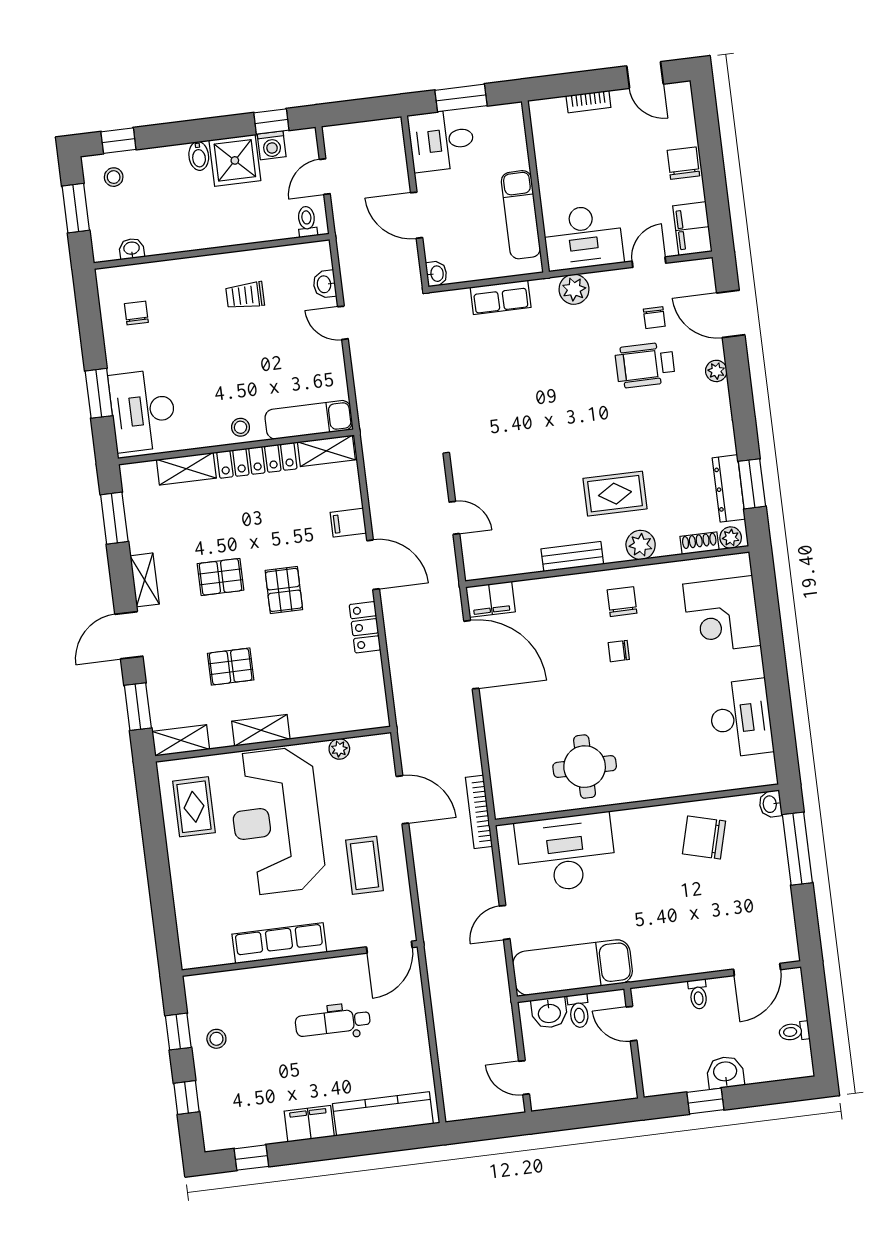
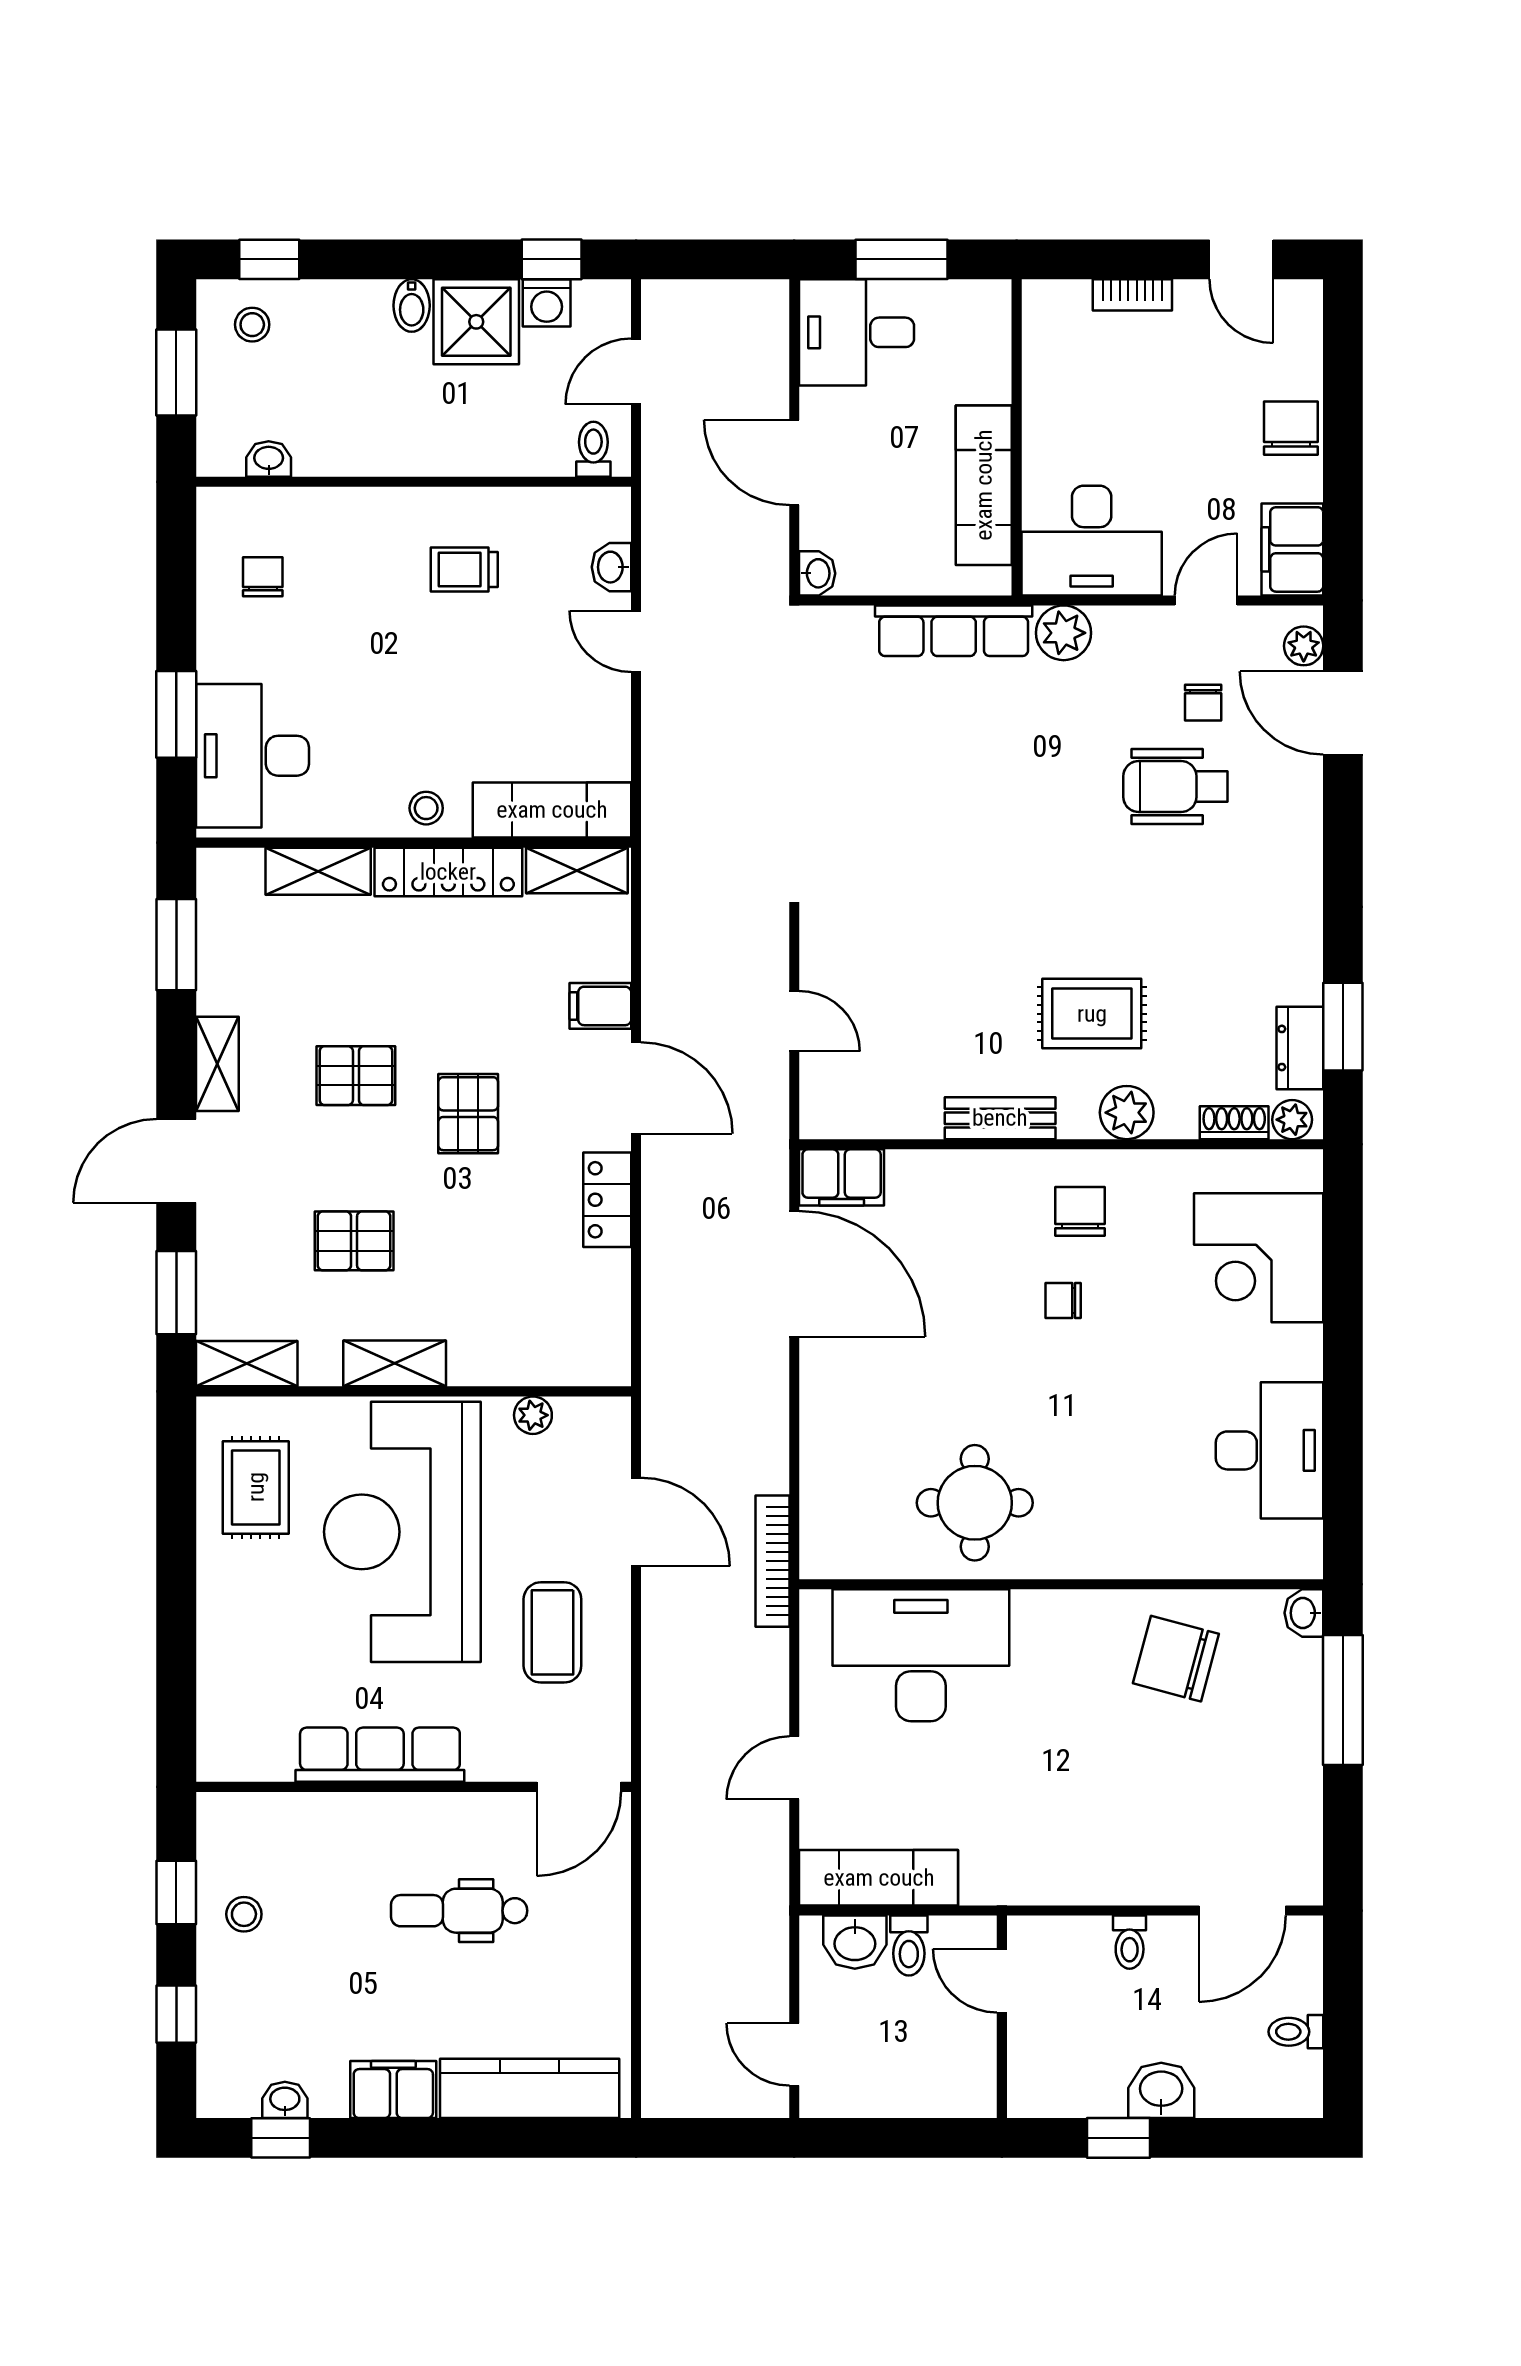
row of seats: (501, 297) -> (954, 631), width x1.48
plant: (716, 371) -> (1304, 646), moved
dresser: (729, 488) -> (1300, 1048), width x0.70
exam couch: (573, 967) -> (879, 1878), width x0.73, depth x0.69
washbasin: (251, 1137) -> (285, 2100), added

